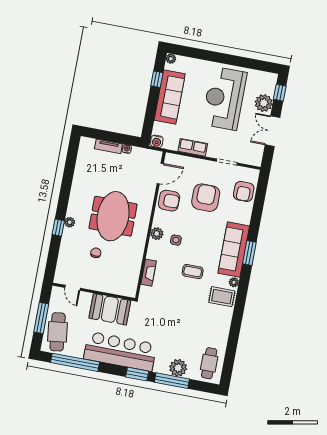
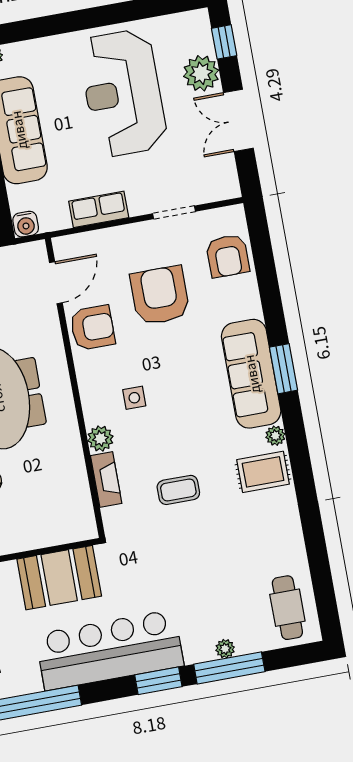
plant: (157, 234) -> (100, 439), moved
coffee table: (193, 272) -> (178, 490), moved
plant: (178, 368) -> (225, 649), width x0.53, depth x0.53

